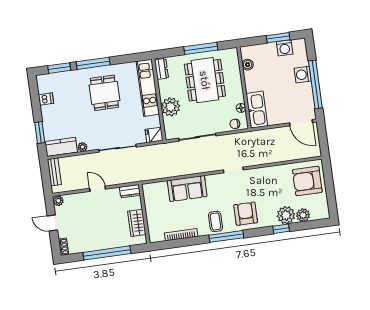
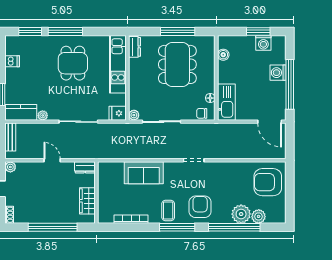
plant: (171, 107) -> (134, 115), moved, width x0.53, depth x0.53
window: (281, 229) -> (234, 227), width x3.17

